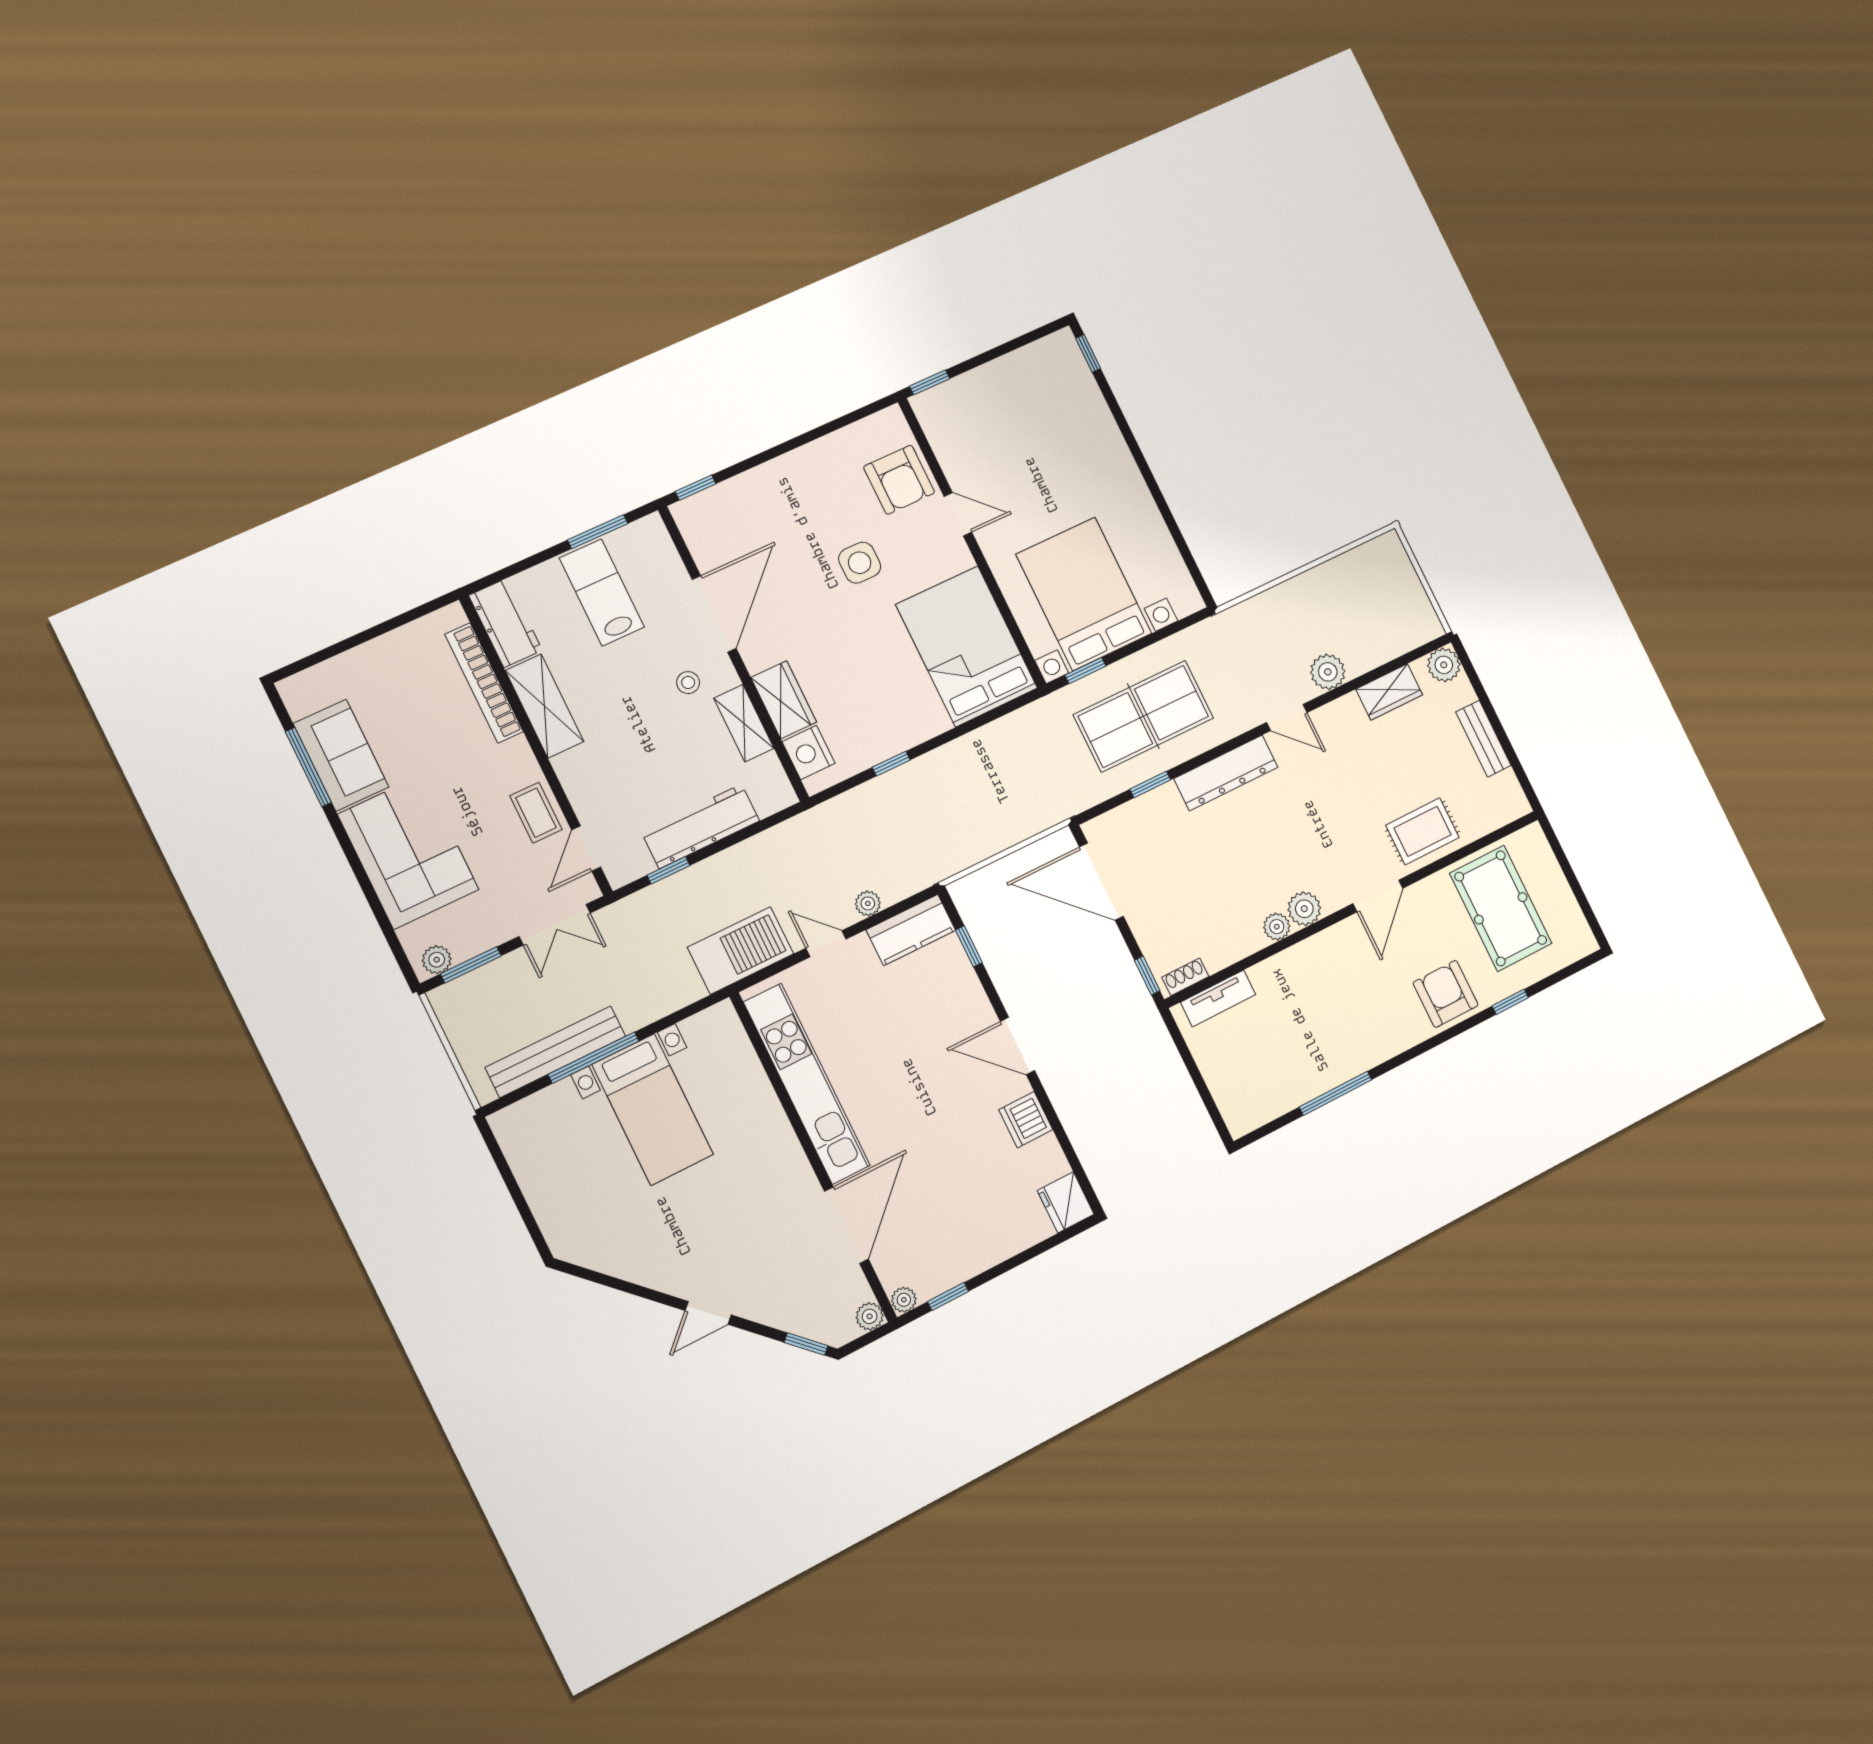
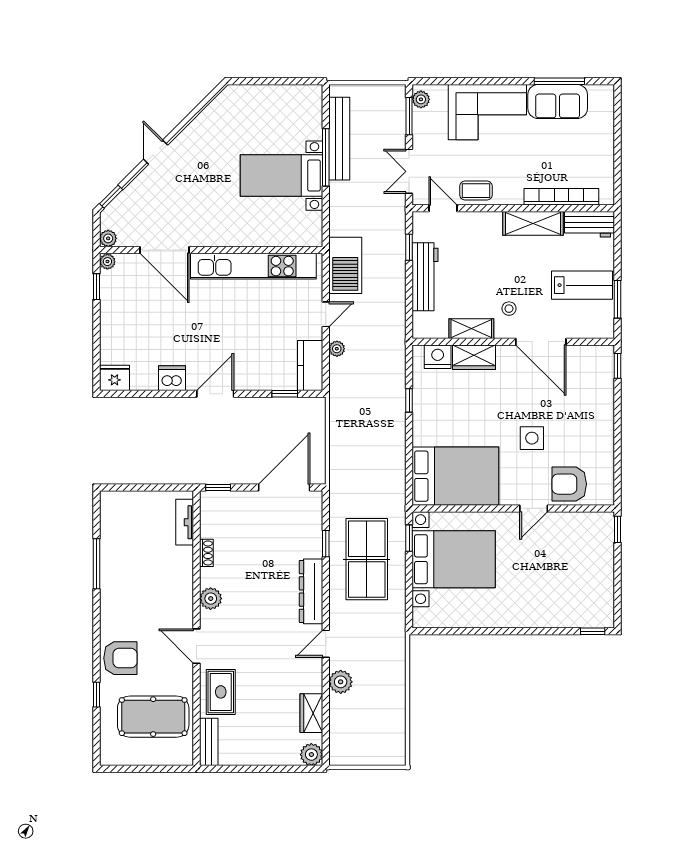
bench: (1483, 739) -> (209, 742), moved, turned 90
plant: (1277, 927) -> (208, 577), removed
shoe rack: (1185, 977) -> (206, 553), moved

